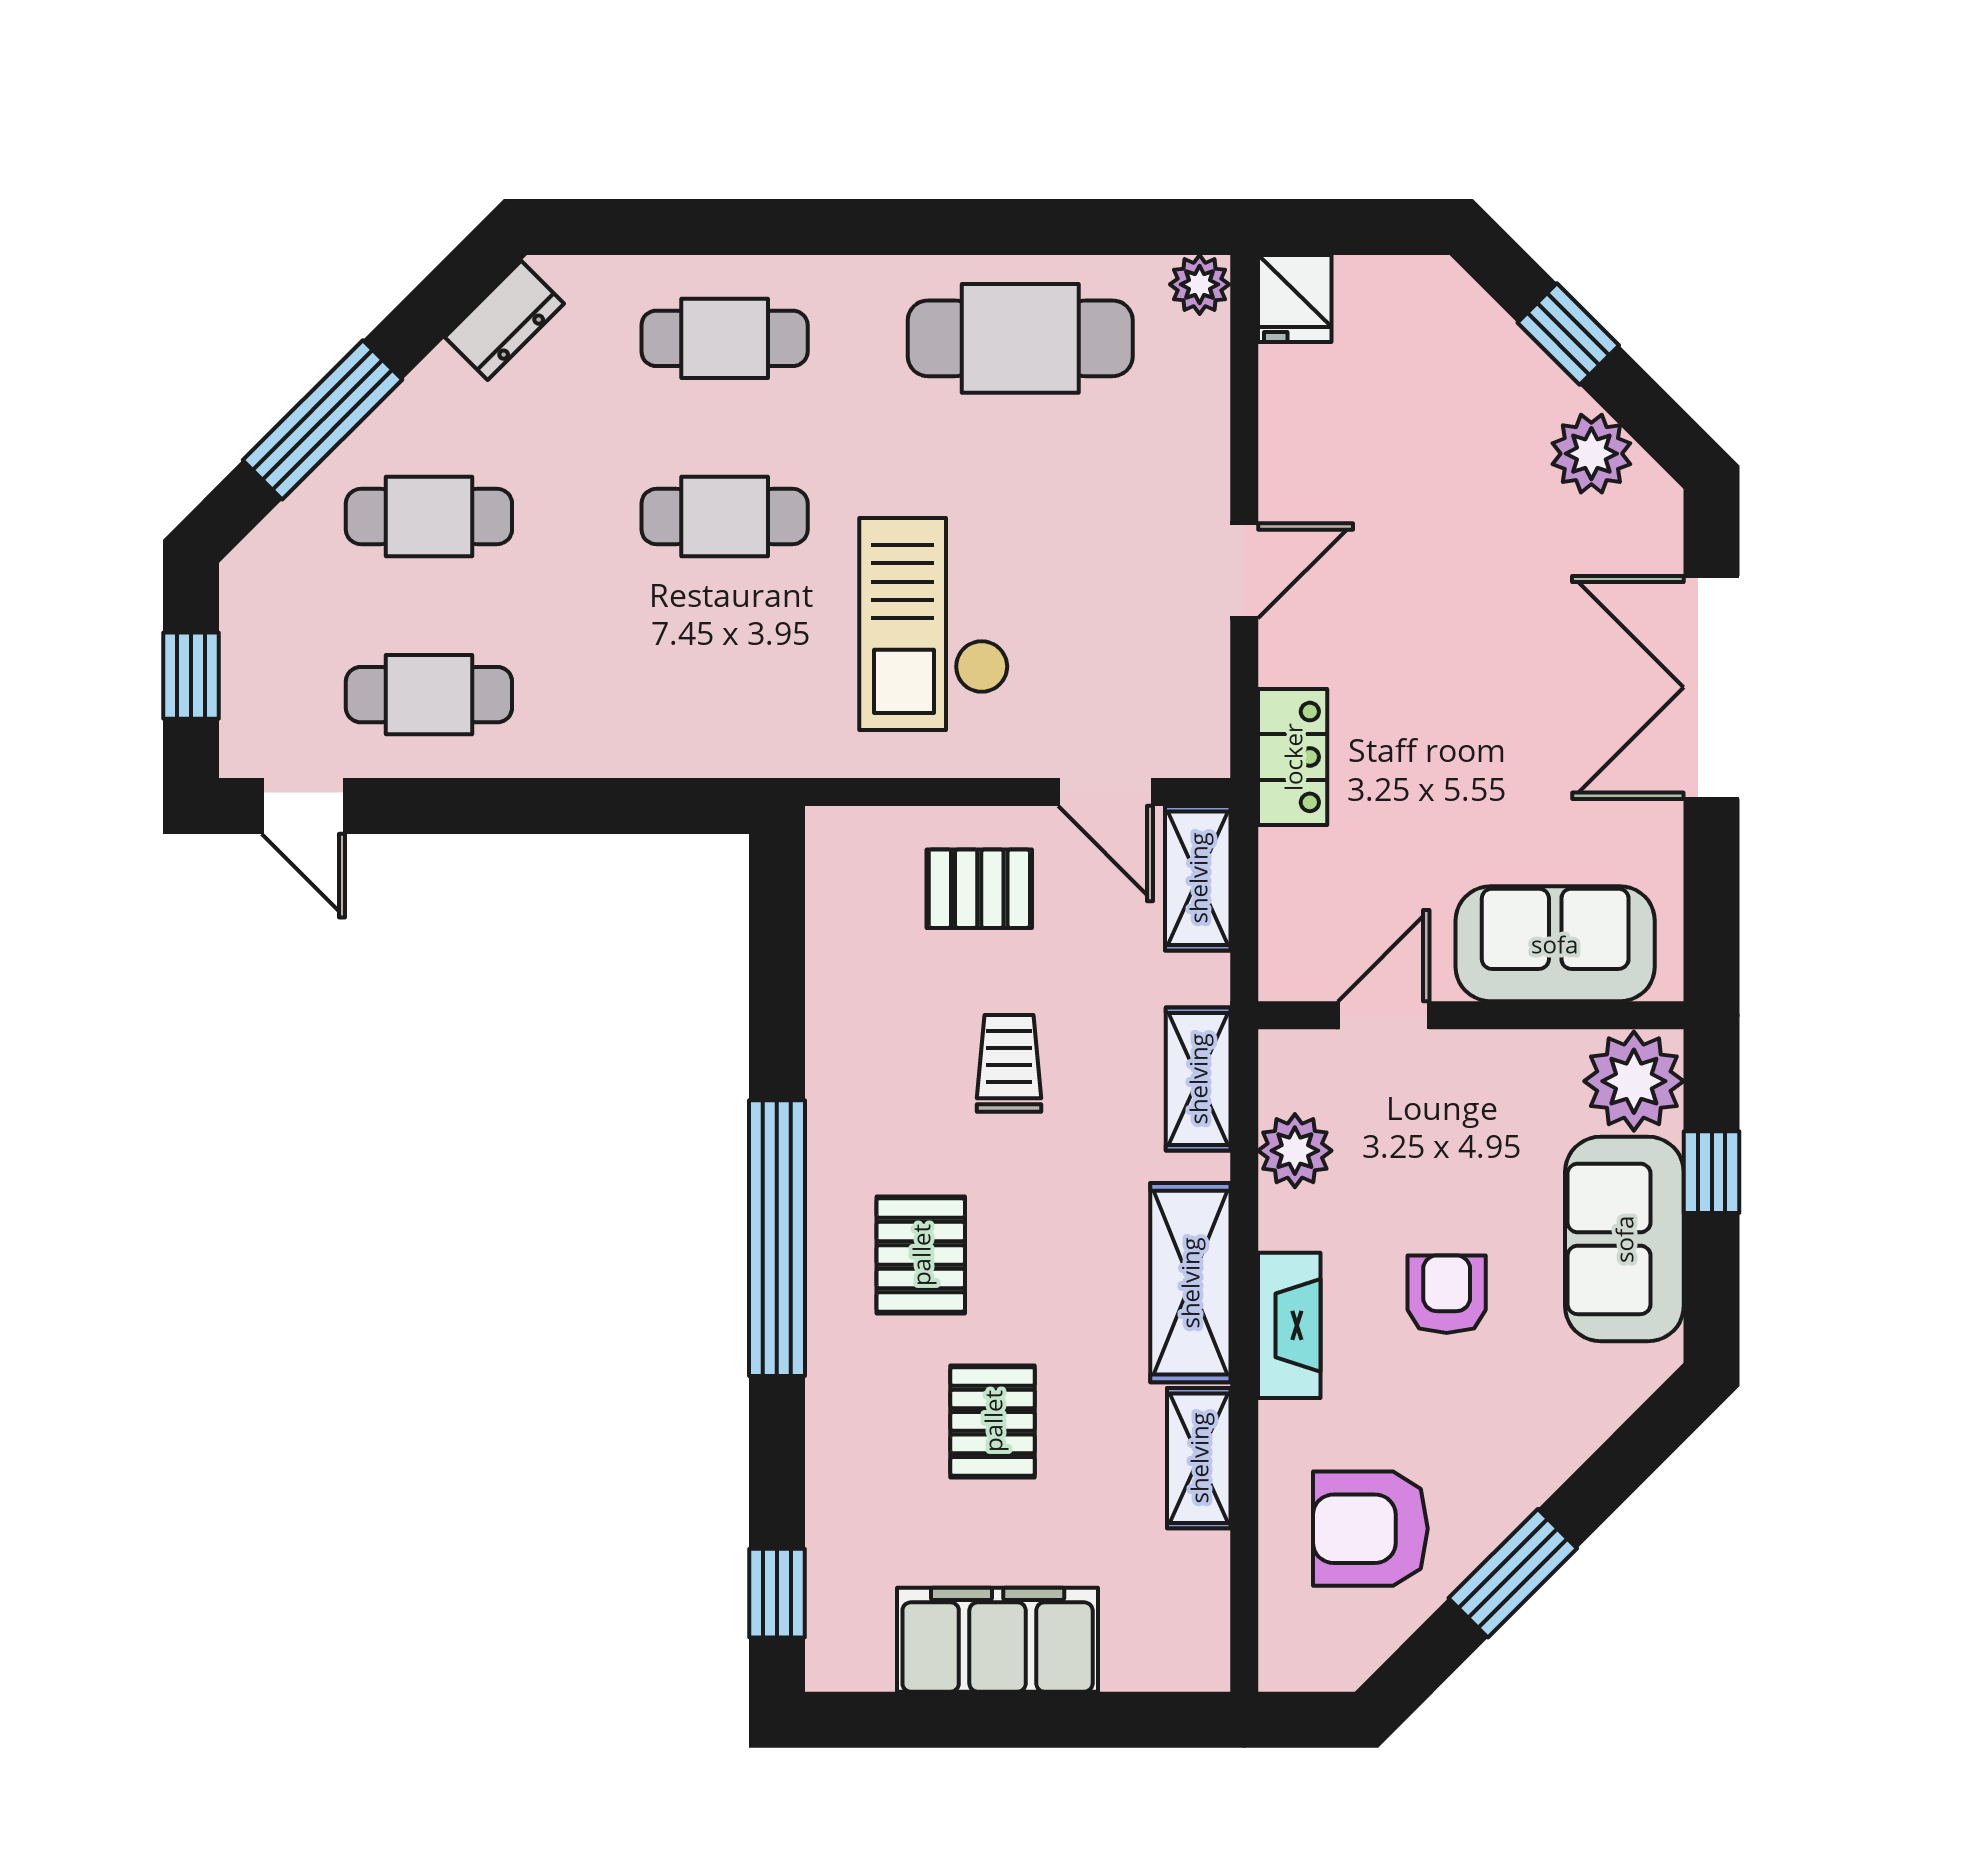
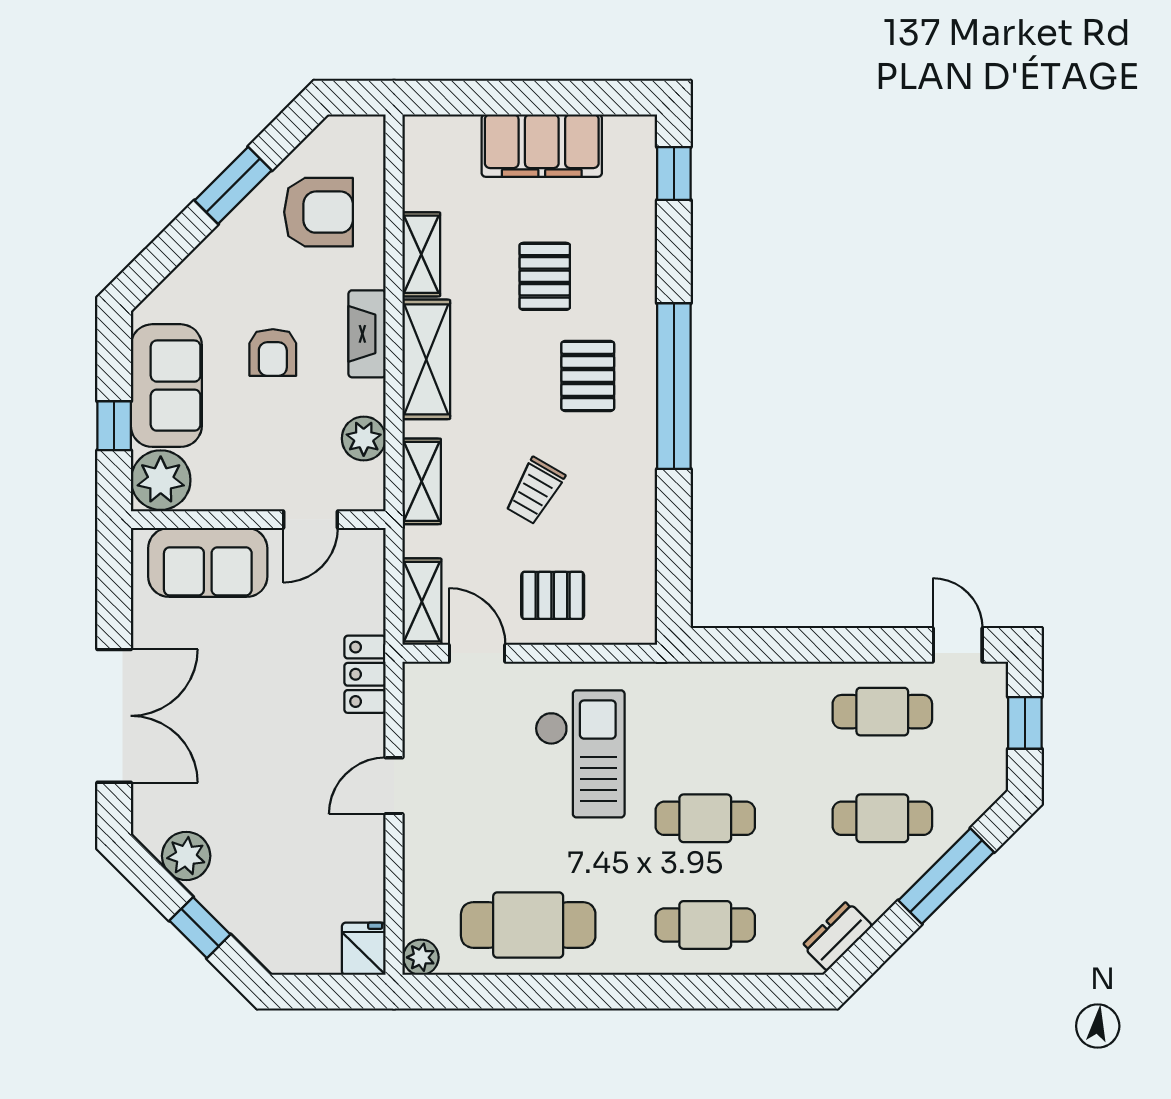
trolley: (1009, 1063) -> (535, 491), turned 30

